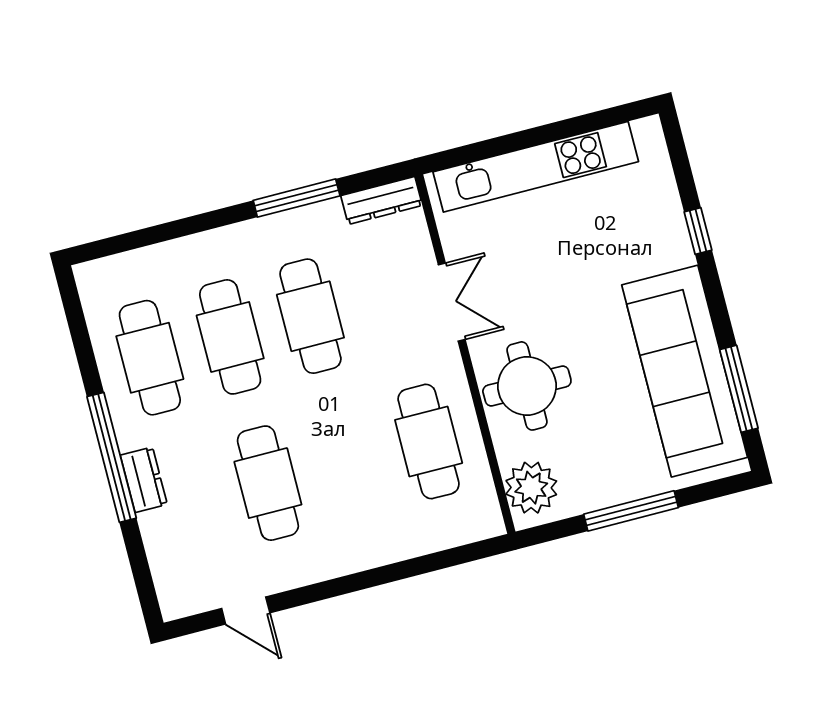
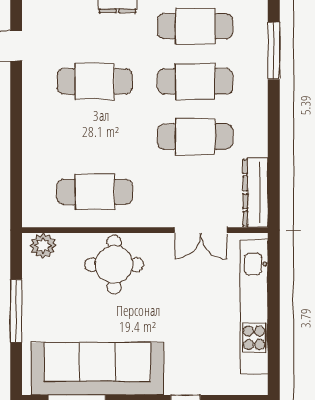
window: (297, 198) -> (274, 51), moved
dresser: (382, 201) -> (255, 192), width x1.37, depth x1.24
double door: (452, 302) -> (201, 230), moved
plant: (531, 488) -> (43, 246), width x0.73, depth x0.73

